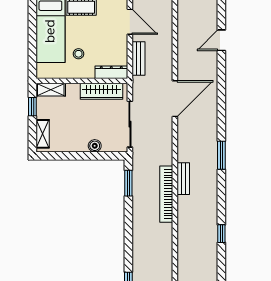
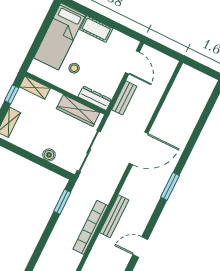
door: (221, 40) -> (140, 247), moved
window: (221, 155) -> (170, 186), moved
bench: (183, 179) -> (114, 216), width x1.36

